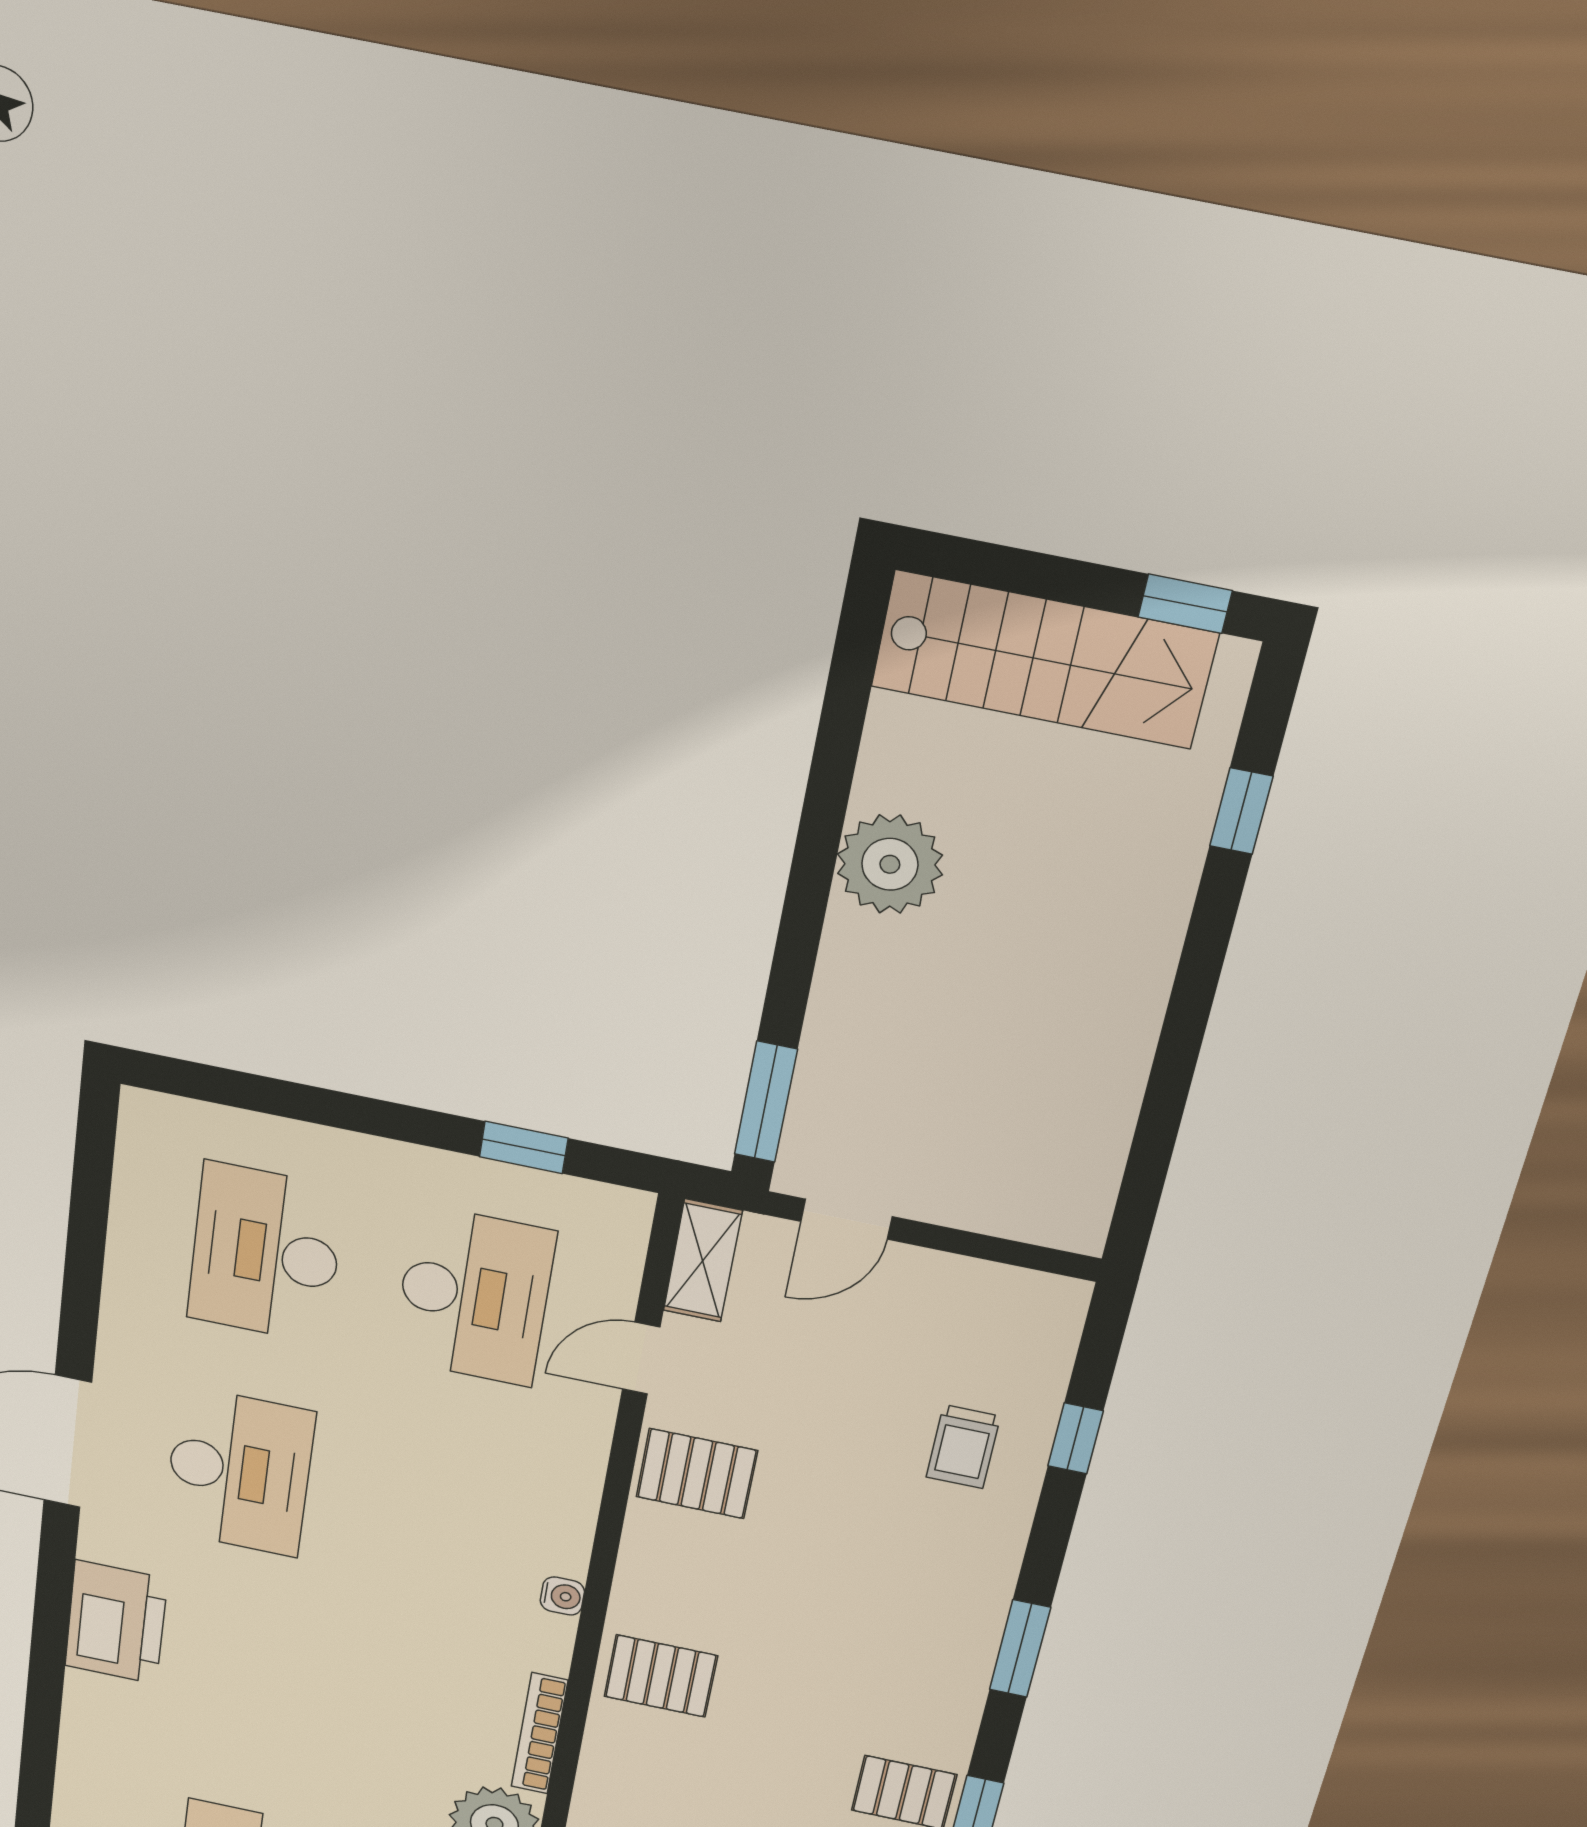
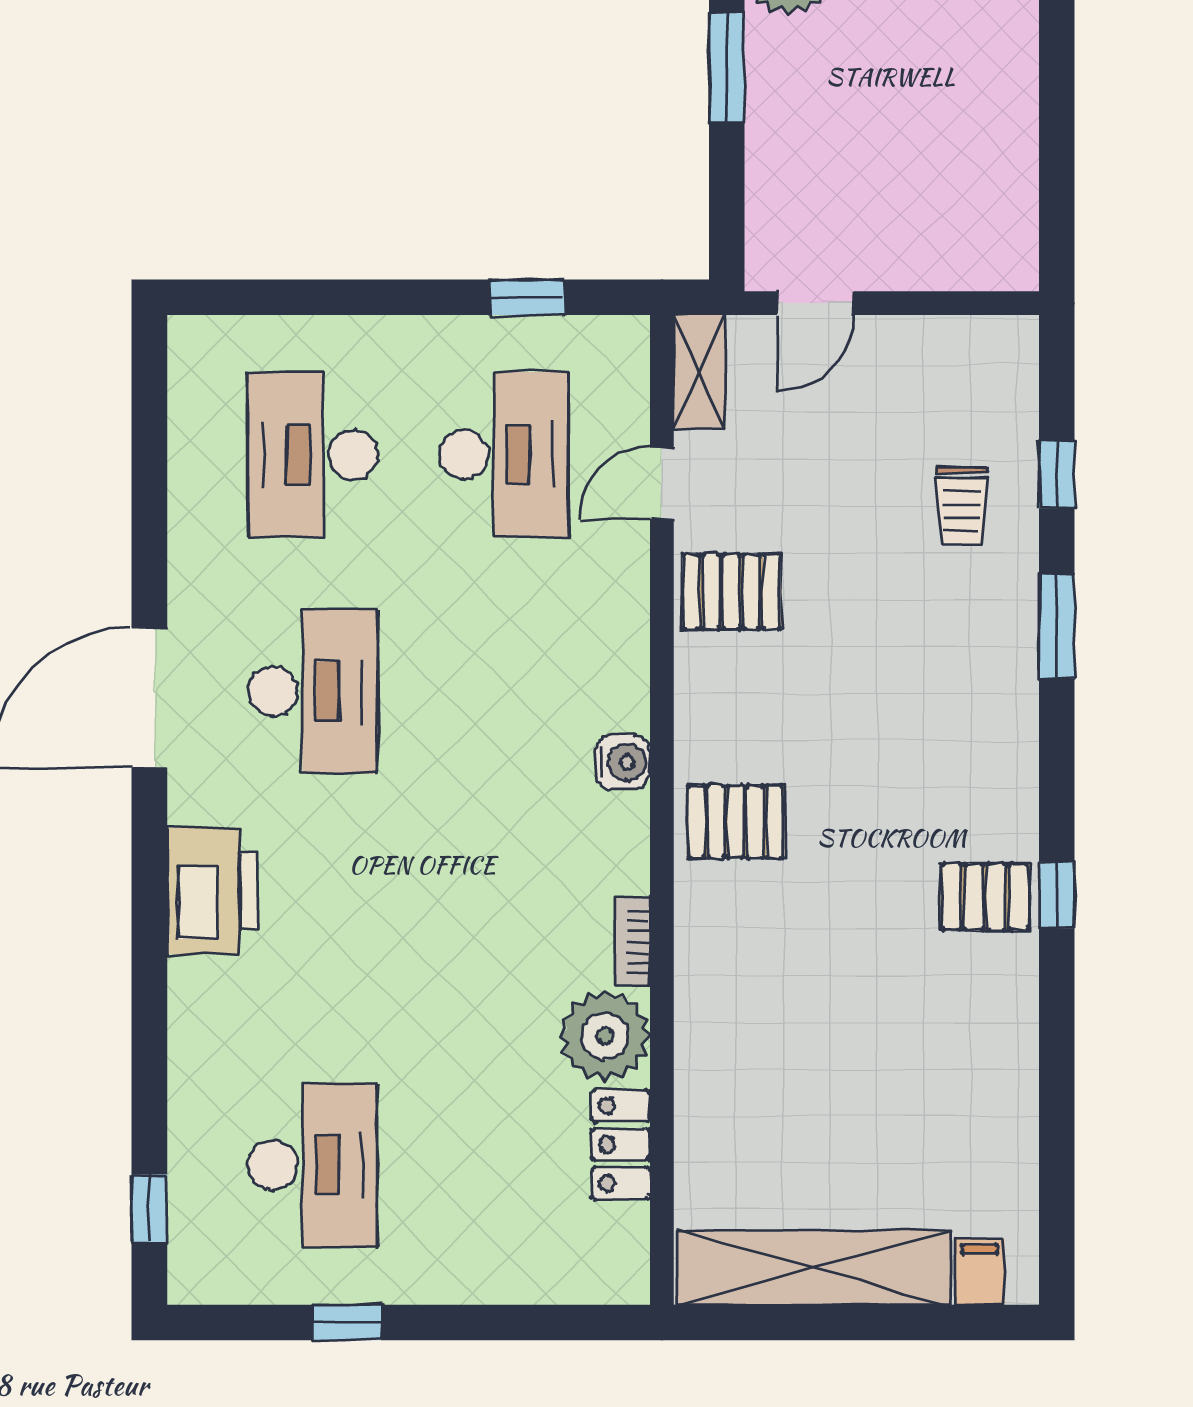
window: (766, 1102) -> (727, 68), moved
water cooler: (562, 1596) -> (623, 762), width x1.38, depth x1.38
window: (1020, 1649) -> (1057, 626), moved
bookcase: (540, 1733) -> (632, 942), width x0.64

